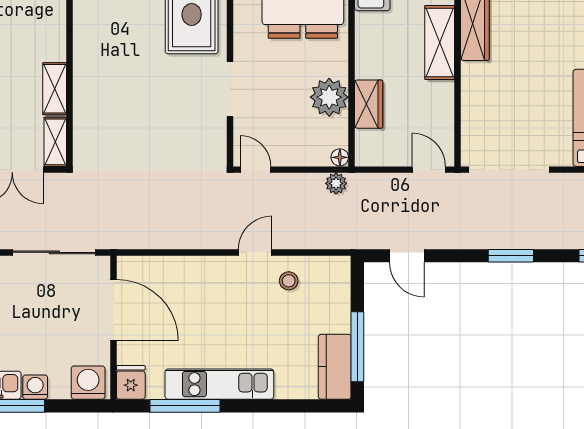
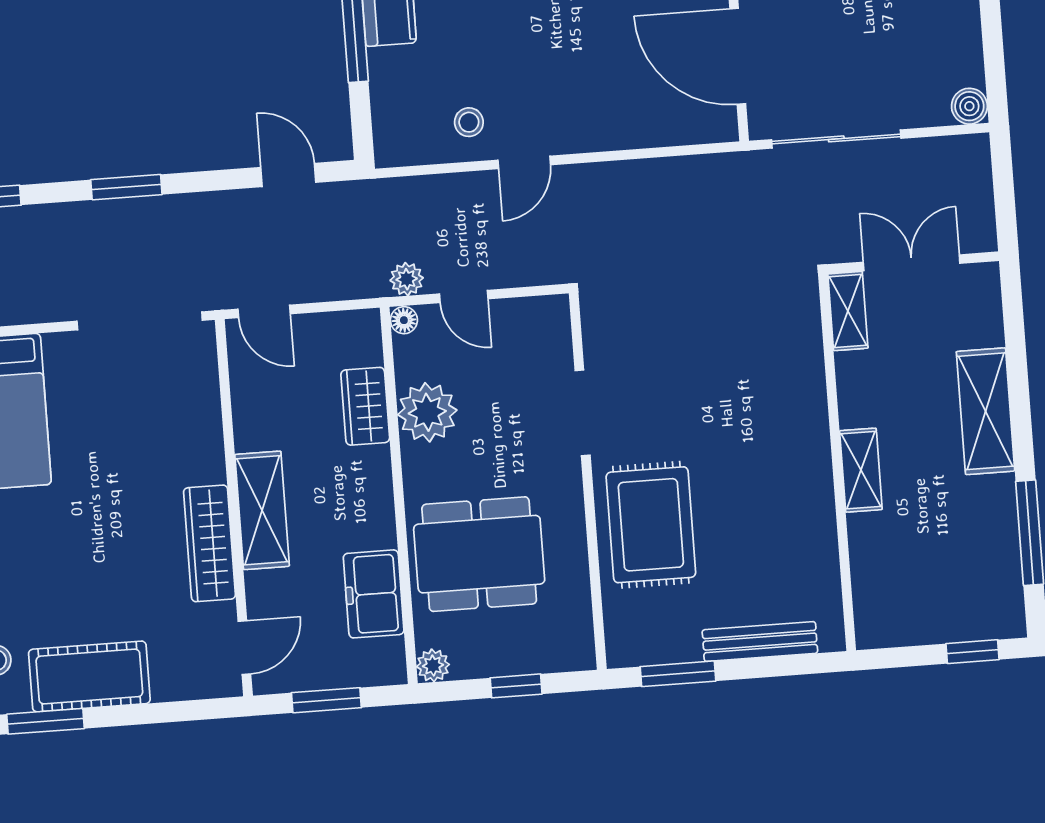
shelving: (55, 89) -> (861, 470), moved
door: (255, 170) -> (464, 296), moved

